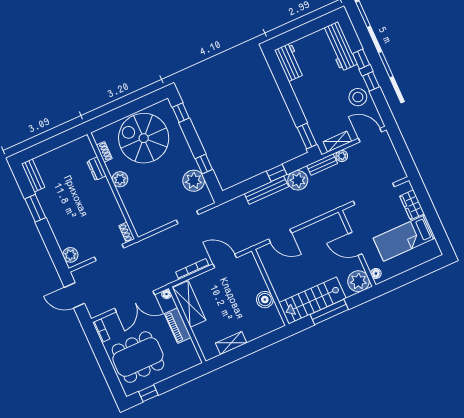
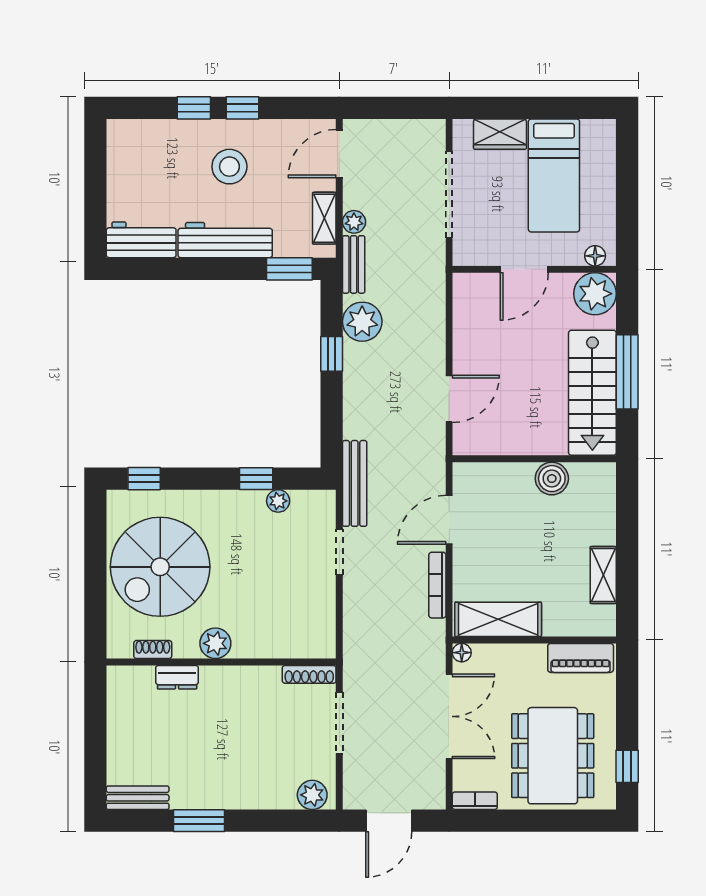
workbench: (340, 46) -> (225, 240), moved, turned 180
stool: (358, 97) -> (229, 167), moved
plant: (194, 181) -> (278, 501), width x0.53, depth x0.53
bench: (266, 190) -> (355, 483), moved
shoe rack: (127, 232) -> (309, 674), width x1.43
piano: (178, 326) -> (581, 658), moved

